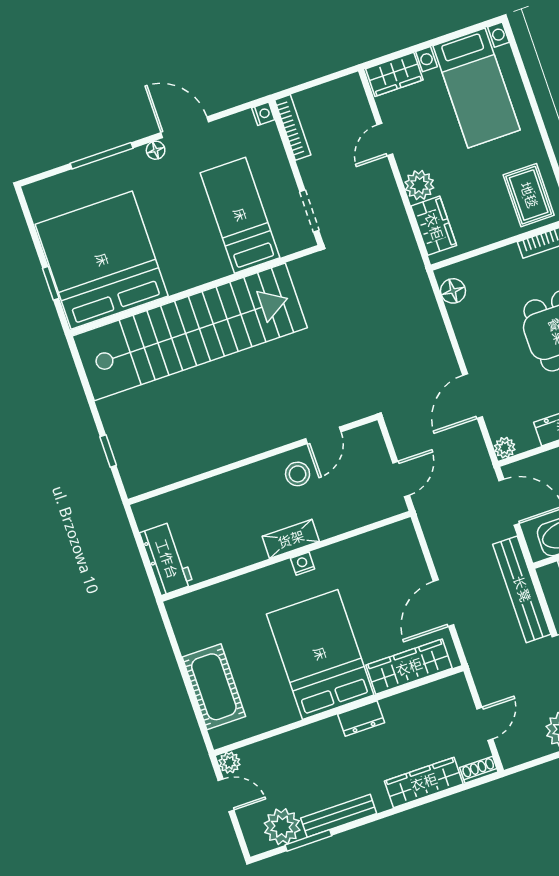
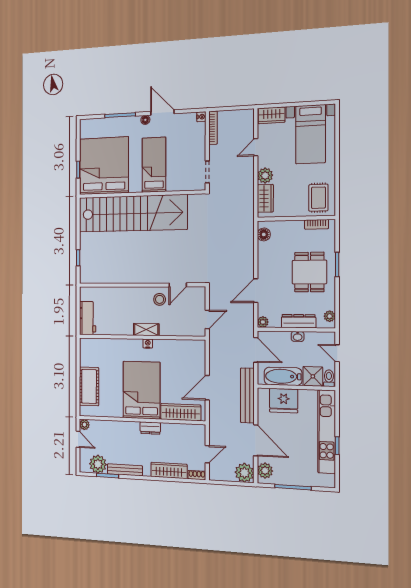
bed: (240, 215) -> (154, 165), moved

